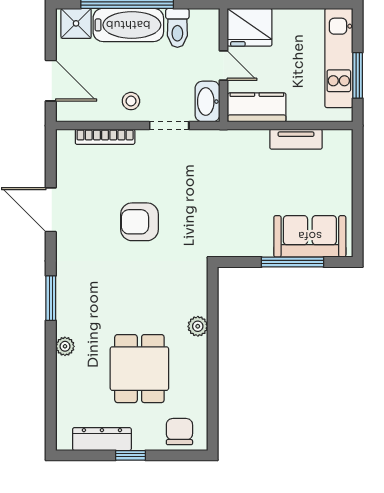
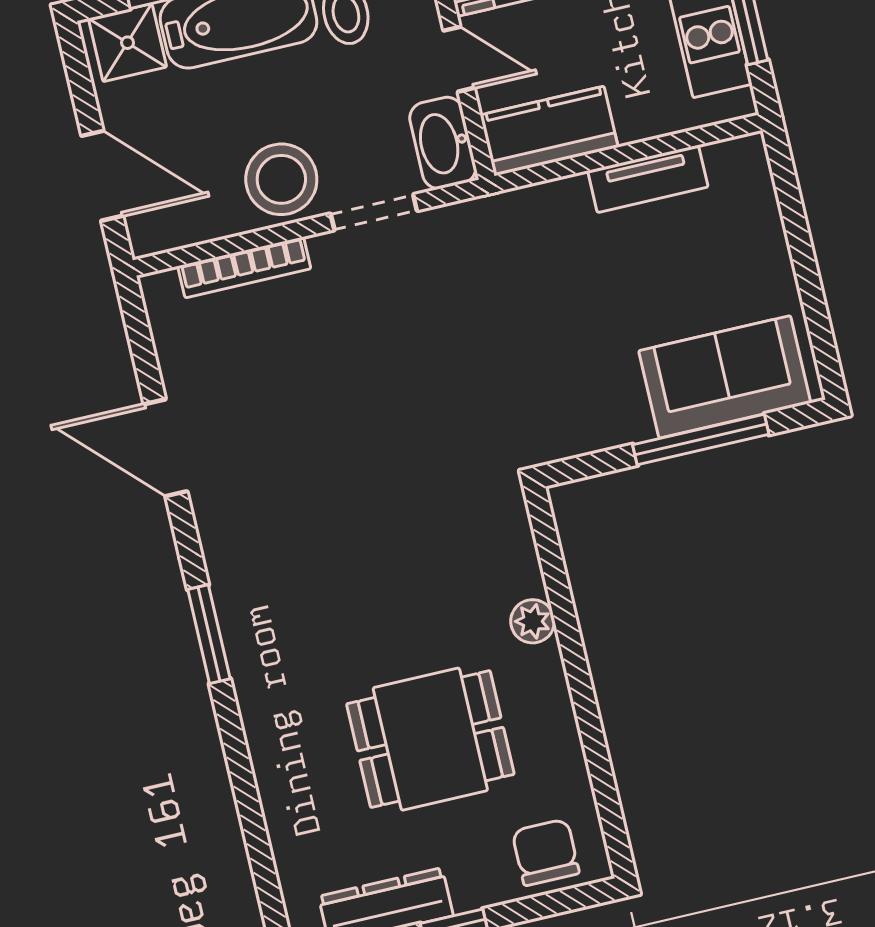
stool: (131, 101) -> (281, 179), width x1.89, depth x1.89
armchair: (139, 222) -> (359, 430), removed
plant: (65, 346) -> (263, 729), removed
dining table: (139, 369) -> (430, 739), turned 90

